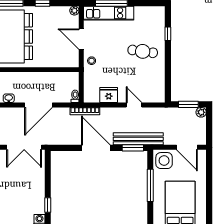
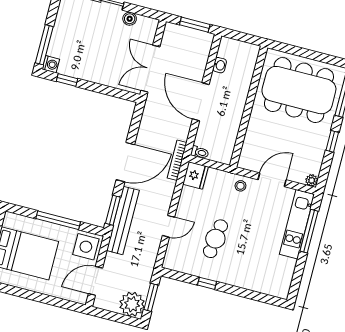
window: (168, 34) -> (207, 283), moved
cafe table: (143, 51) -> (215, 239), moved
fridge: (109, 95) -> (195, 175), moved
plant: (201, 112) -> (132, 304), width x1.88, depth x1.88

